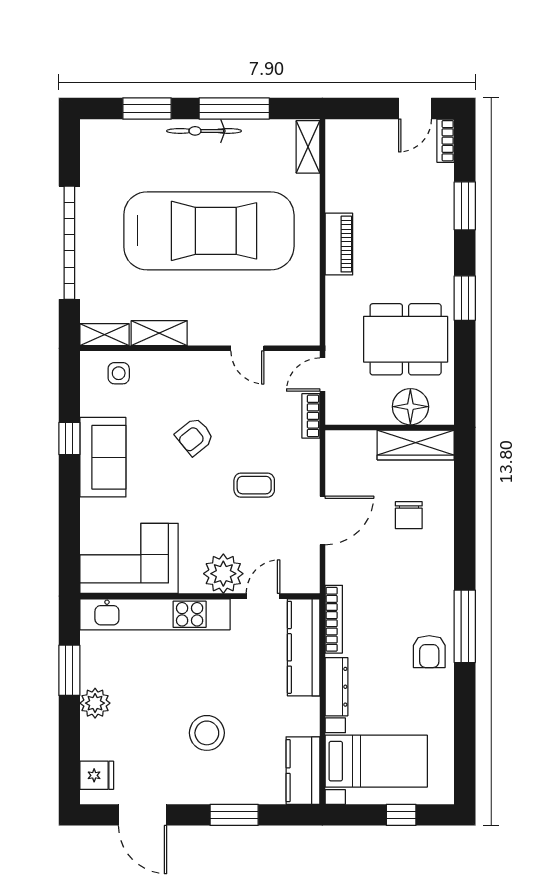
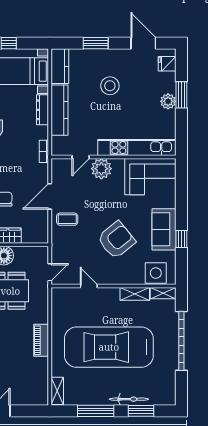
bicycle: (204, 131) -> (129, 399), moved
side table: (119, 373) -> (156, 273), width x1.87, depth x1.87
bookcase: (311, 416) -> (56, 251), removed
armchair: (195, 437) -> (116, 240), width x1.88, depth x1.88
coffee table: (254, 485) -> (67, 219), moved
bookcase: (334, 619) -> (44, 151), width x0.64
kitchen counter: (304, 647) -> (60, 110), moved
window: (69, 670) -> (181, 95), moved

